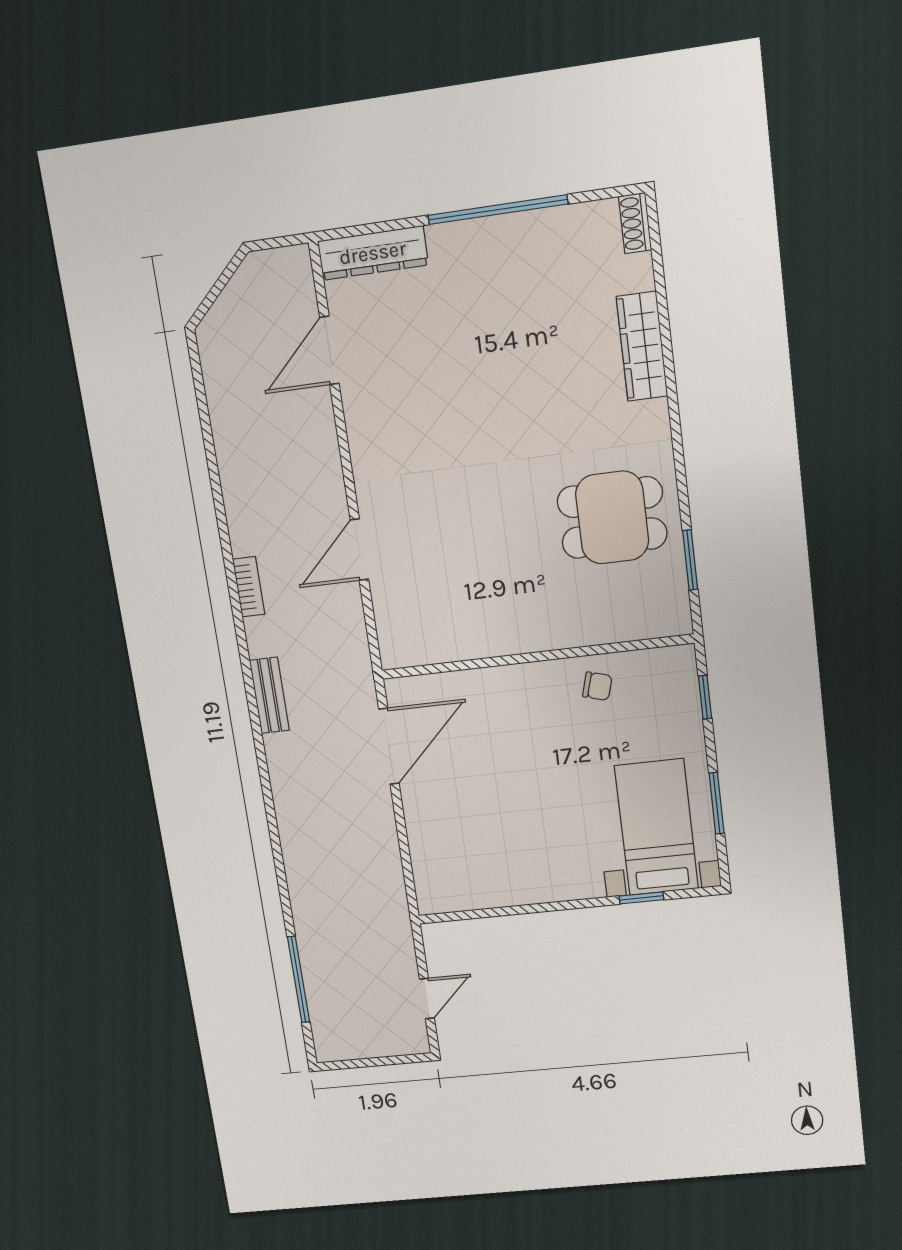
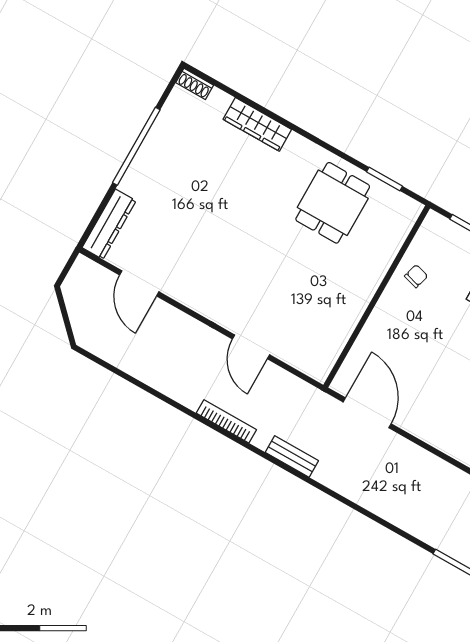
bookcase: (249, 587) -> (226, 421), width x1.56

